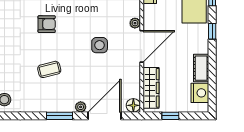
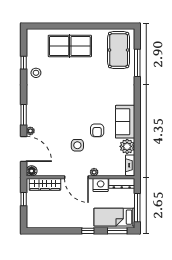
armchair: (47, 24) -> (97, 130), moved
cot: (201, 68) -> (60, 222), removed
coffee table: (49, 69) -> (59, 107), removed
nightstand: (200, 93) -> (101, 185), moved, turned 180

